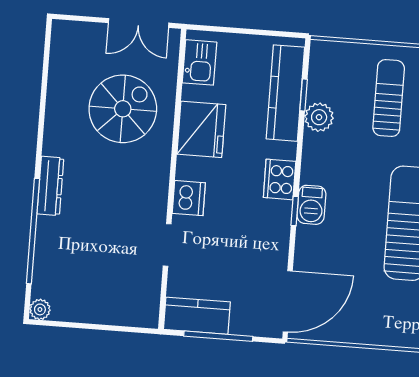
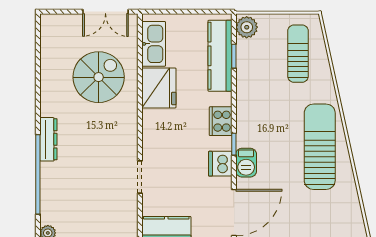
kitchen sink: (200, 62) -> (154, 44), width x1.38
plant: (319, 117) -> (247, 27), moved
dishwasher: (189, 198) -> (220, 164), moved, turned 180
barbecue: (311, 205) -> (246, 163), moved

